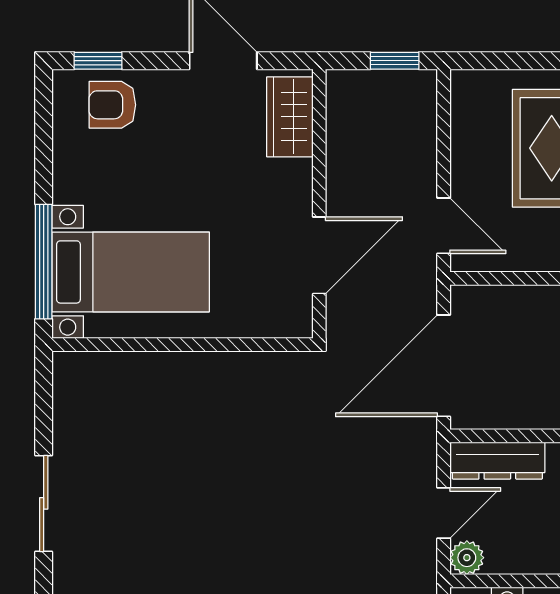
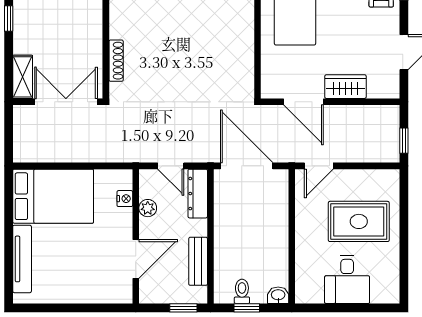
wardrobe: (290, 117) -> (345, 87), moved
plant: (467, 558) -> (148, 208), moved

